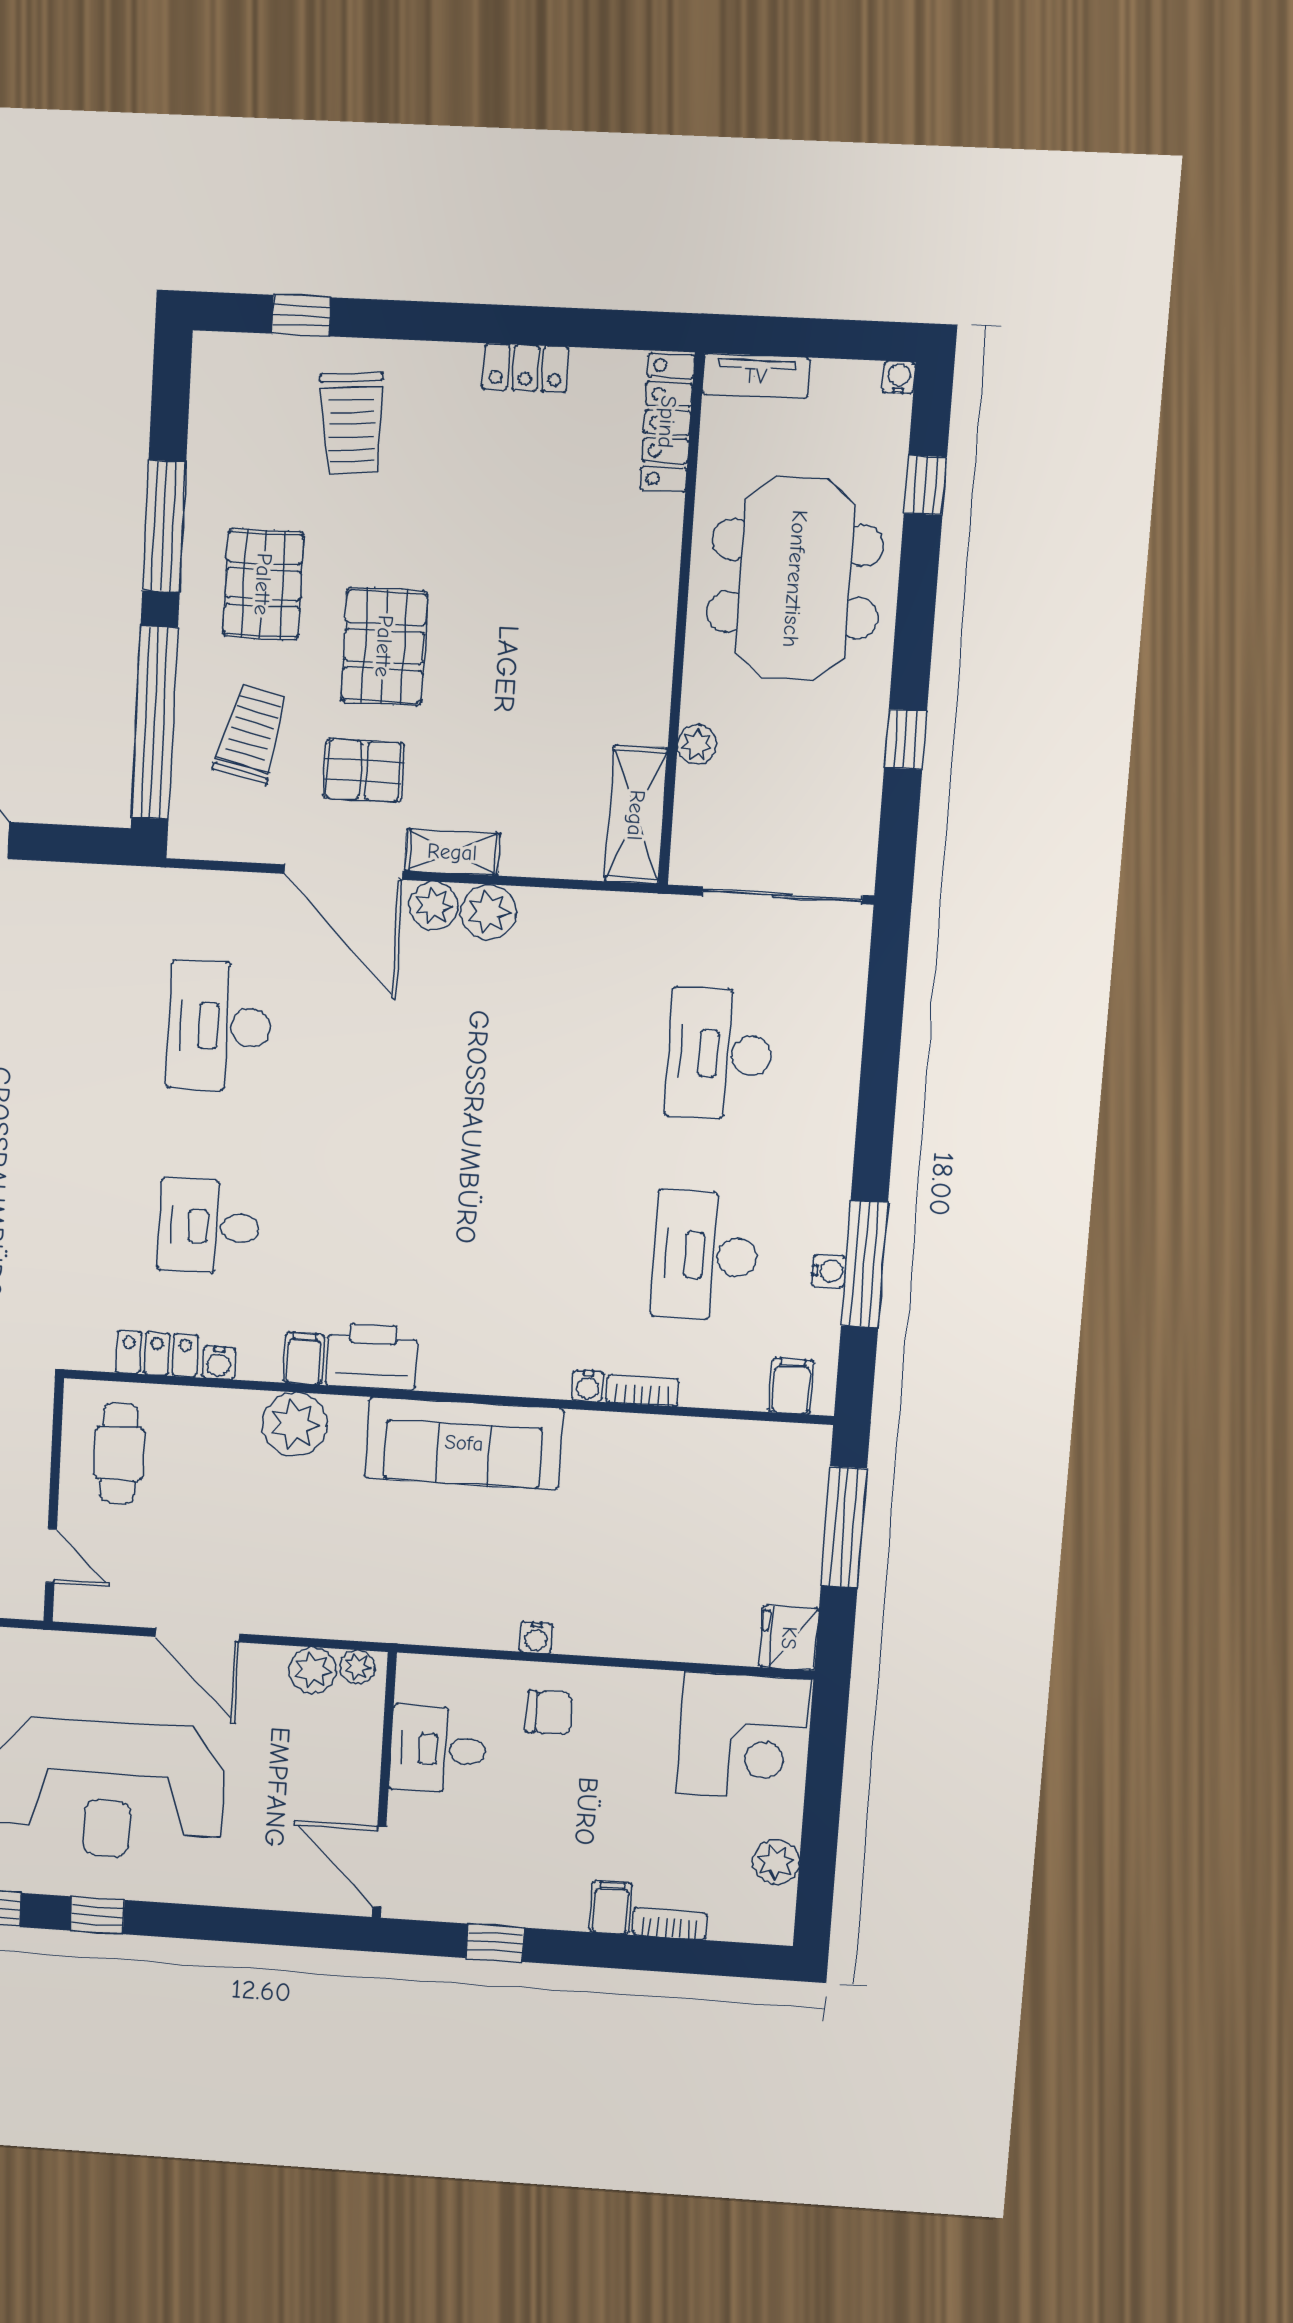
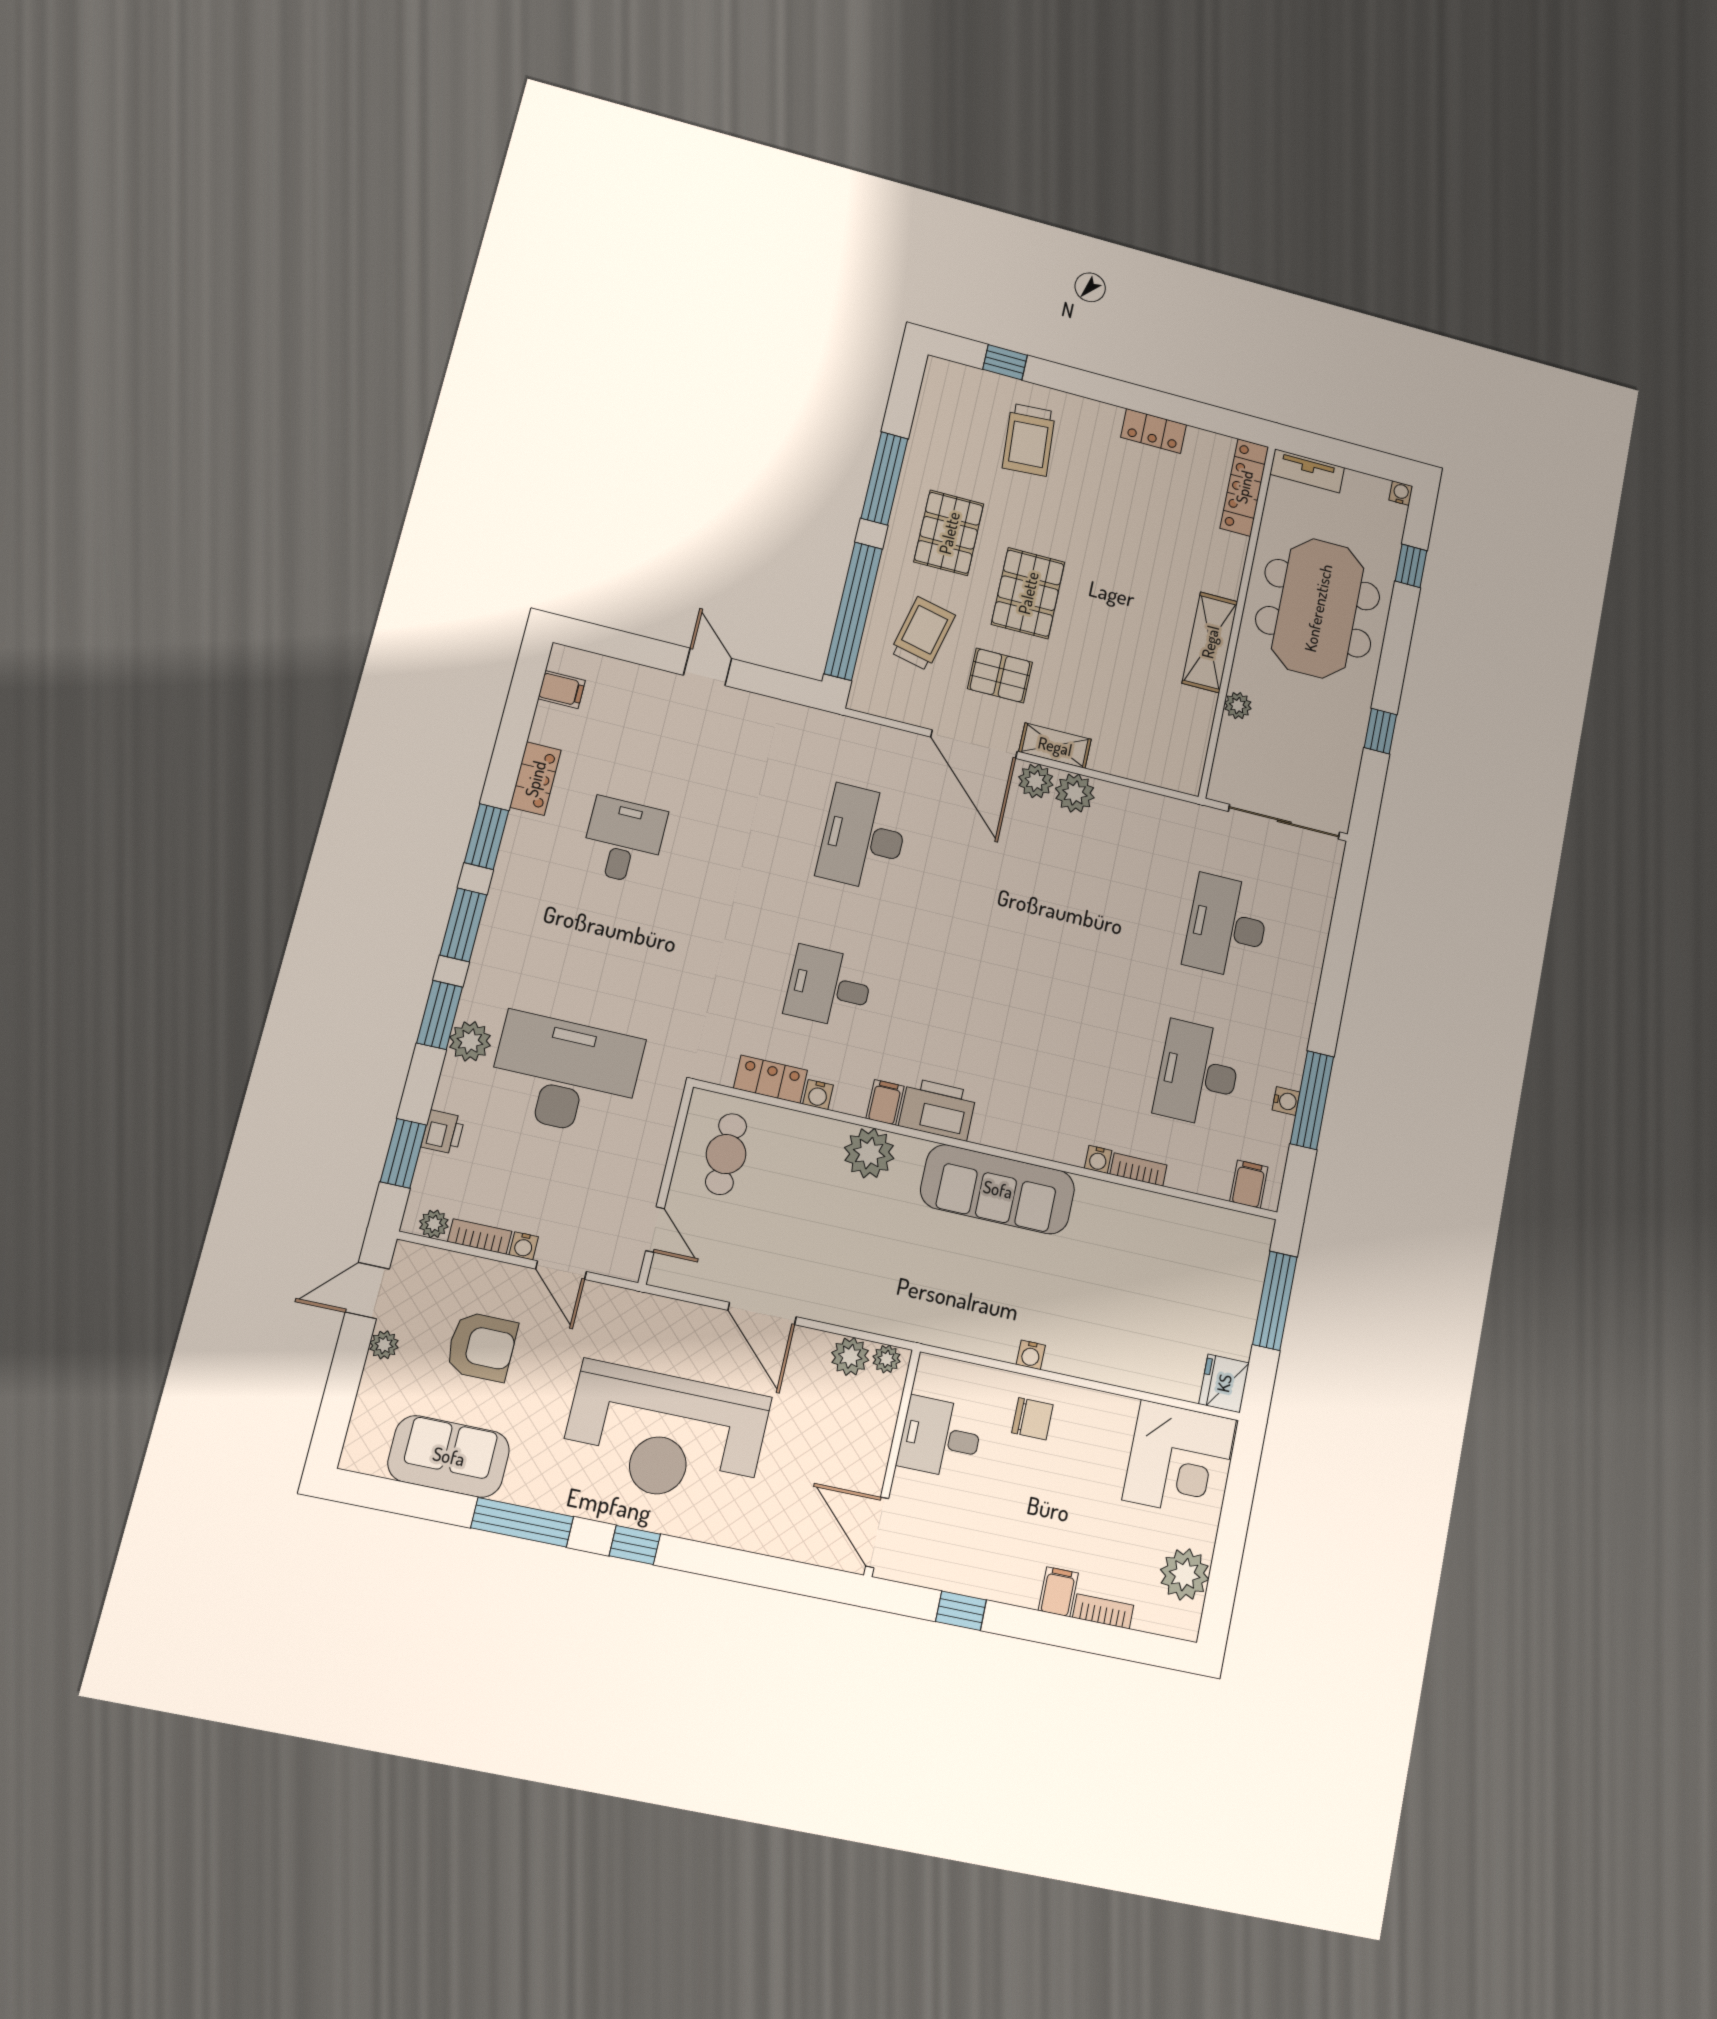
shelving: (636, 815) -> (1210, 642), moved
plant: (776, 1862) -> (1185, 1574), width x1.36, depth x1.36

